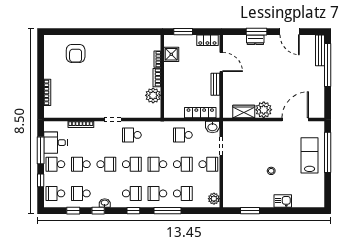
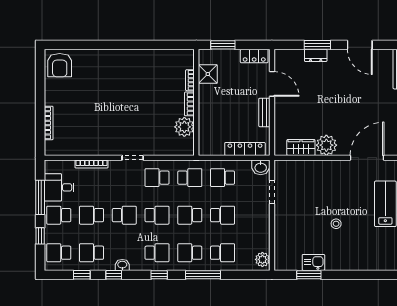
armchair: (76, 53) -> (60, 65), moved
school desk: (208, 164) -> (190, 178), moved
kitchen sink: (283, 201) -> (313, 262), moved

